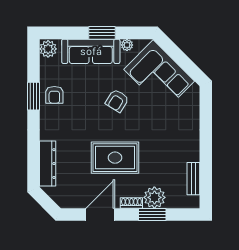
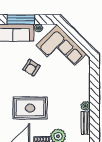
window: (102, 33) -> (21, 20), width x1.44
plant: (193, 155) -> (85, 106), added

